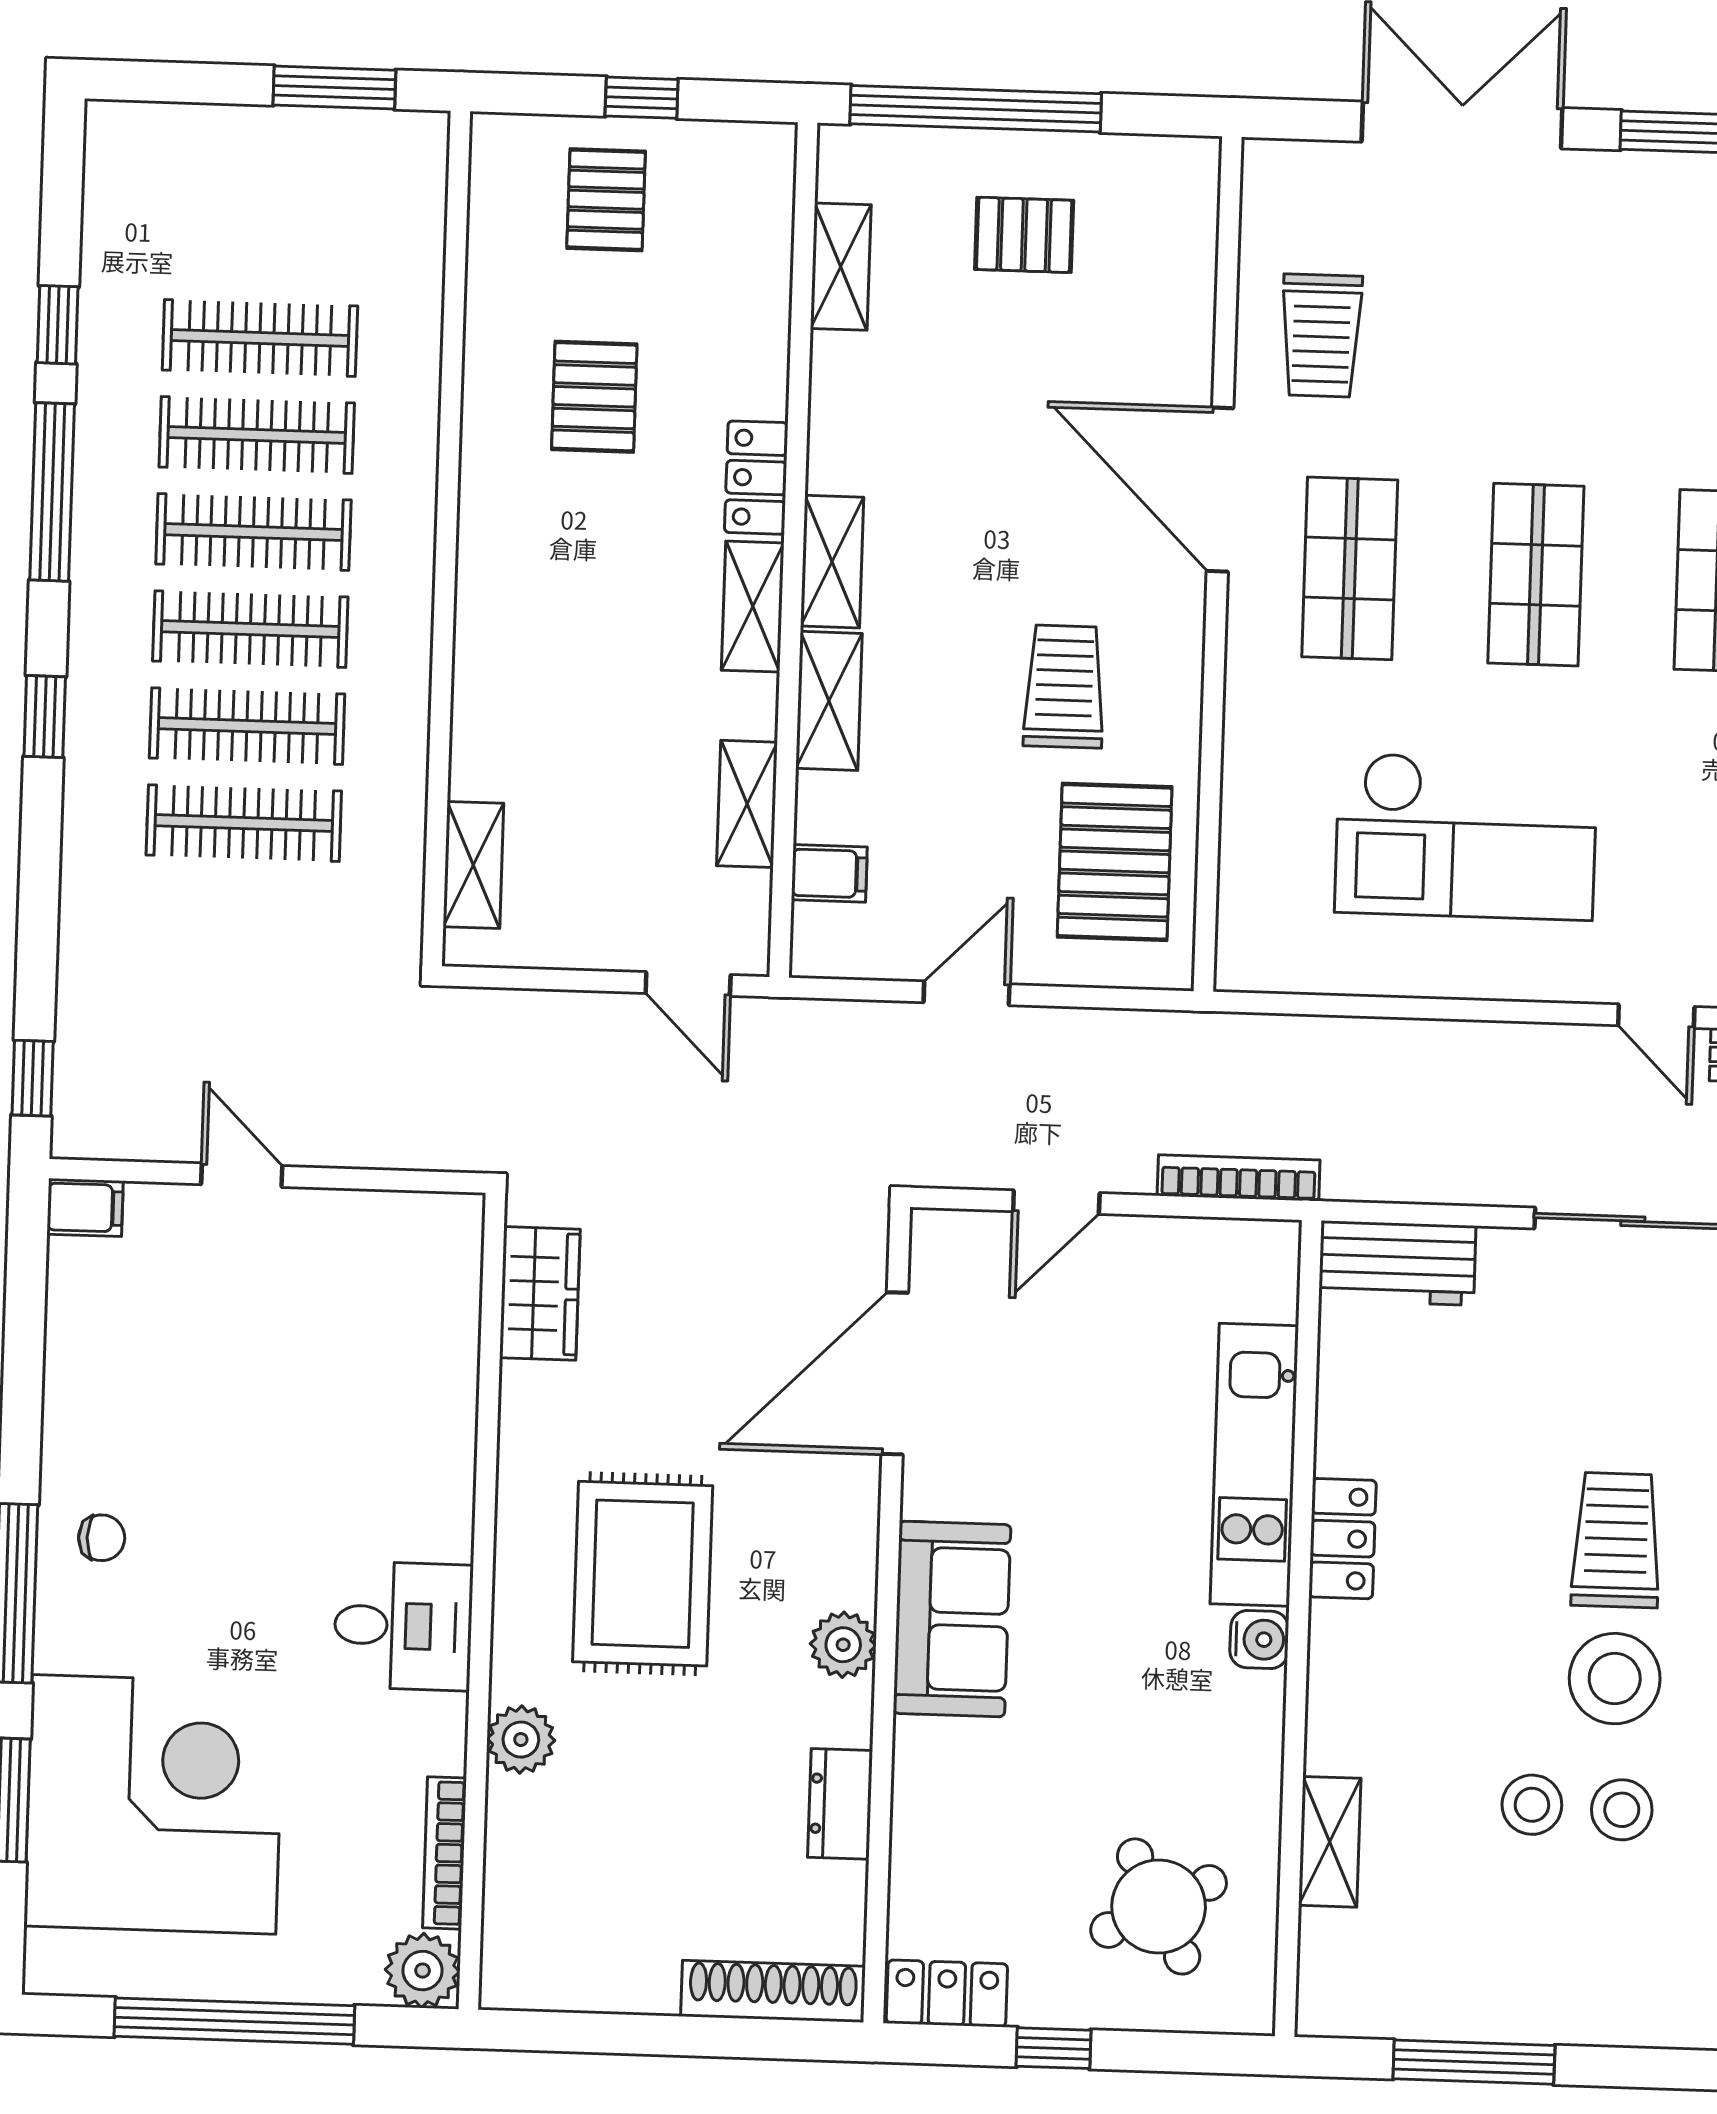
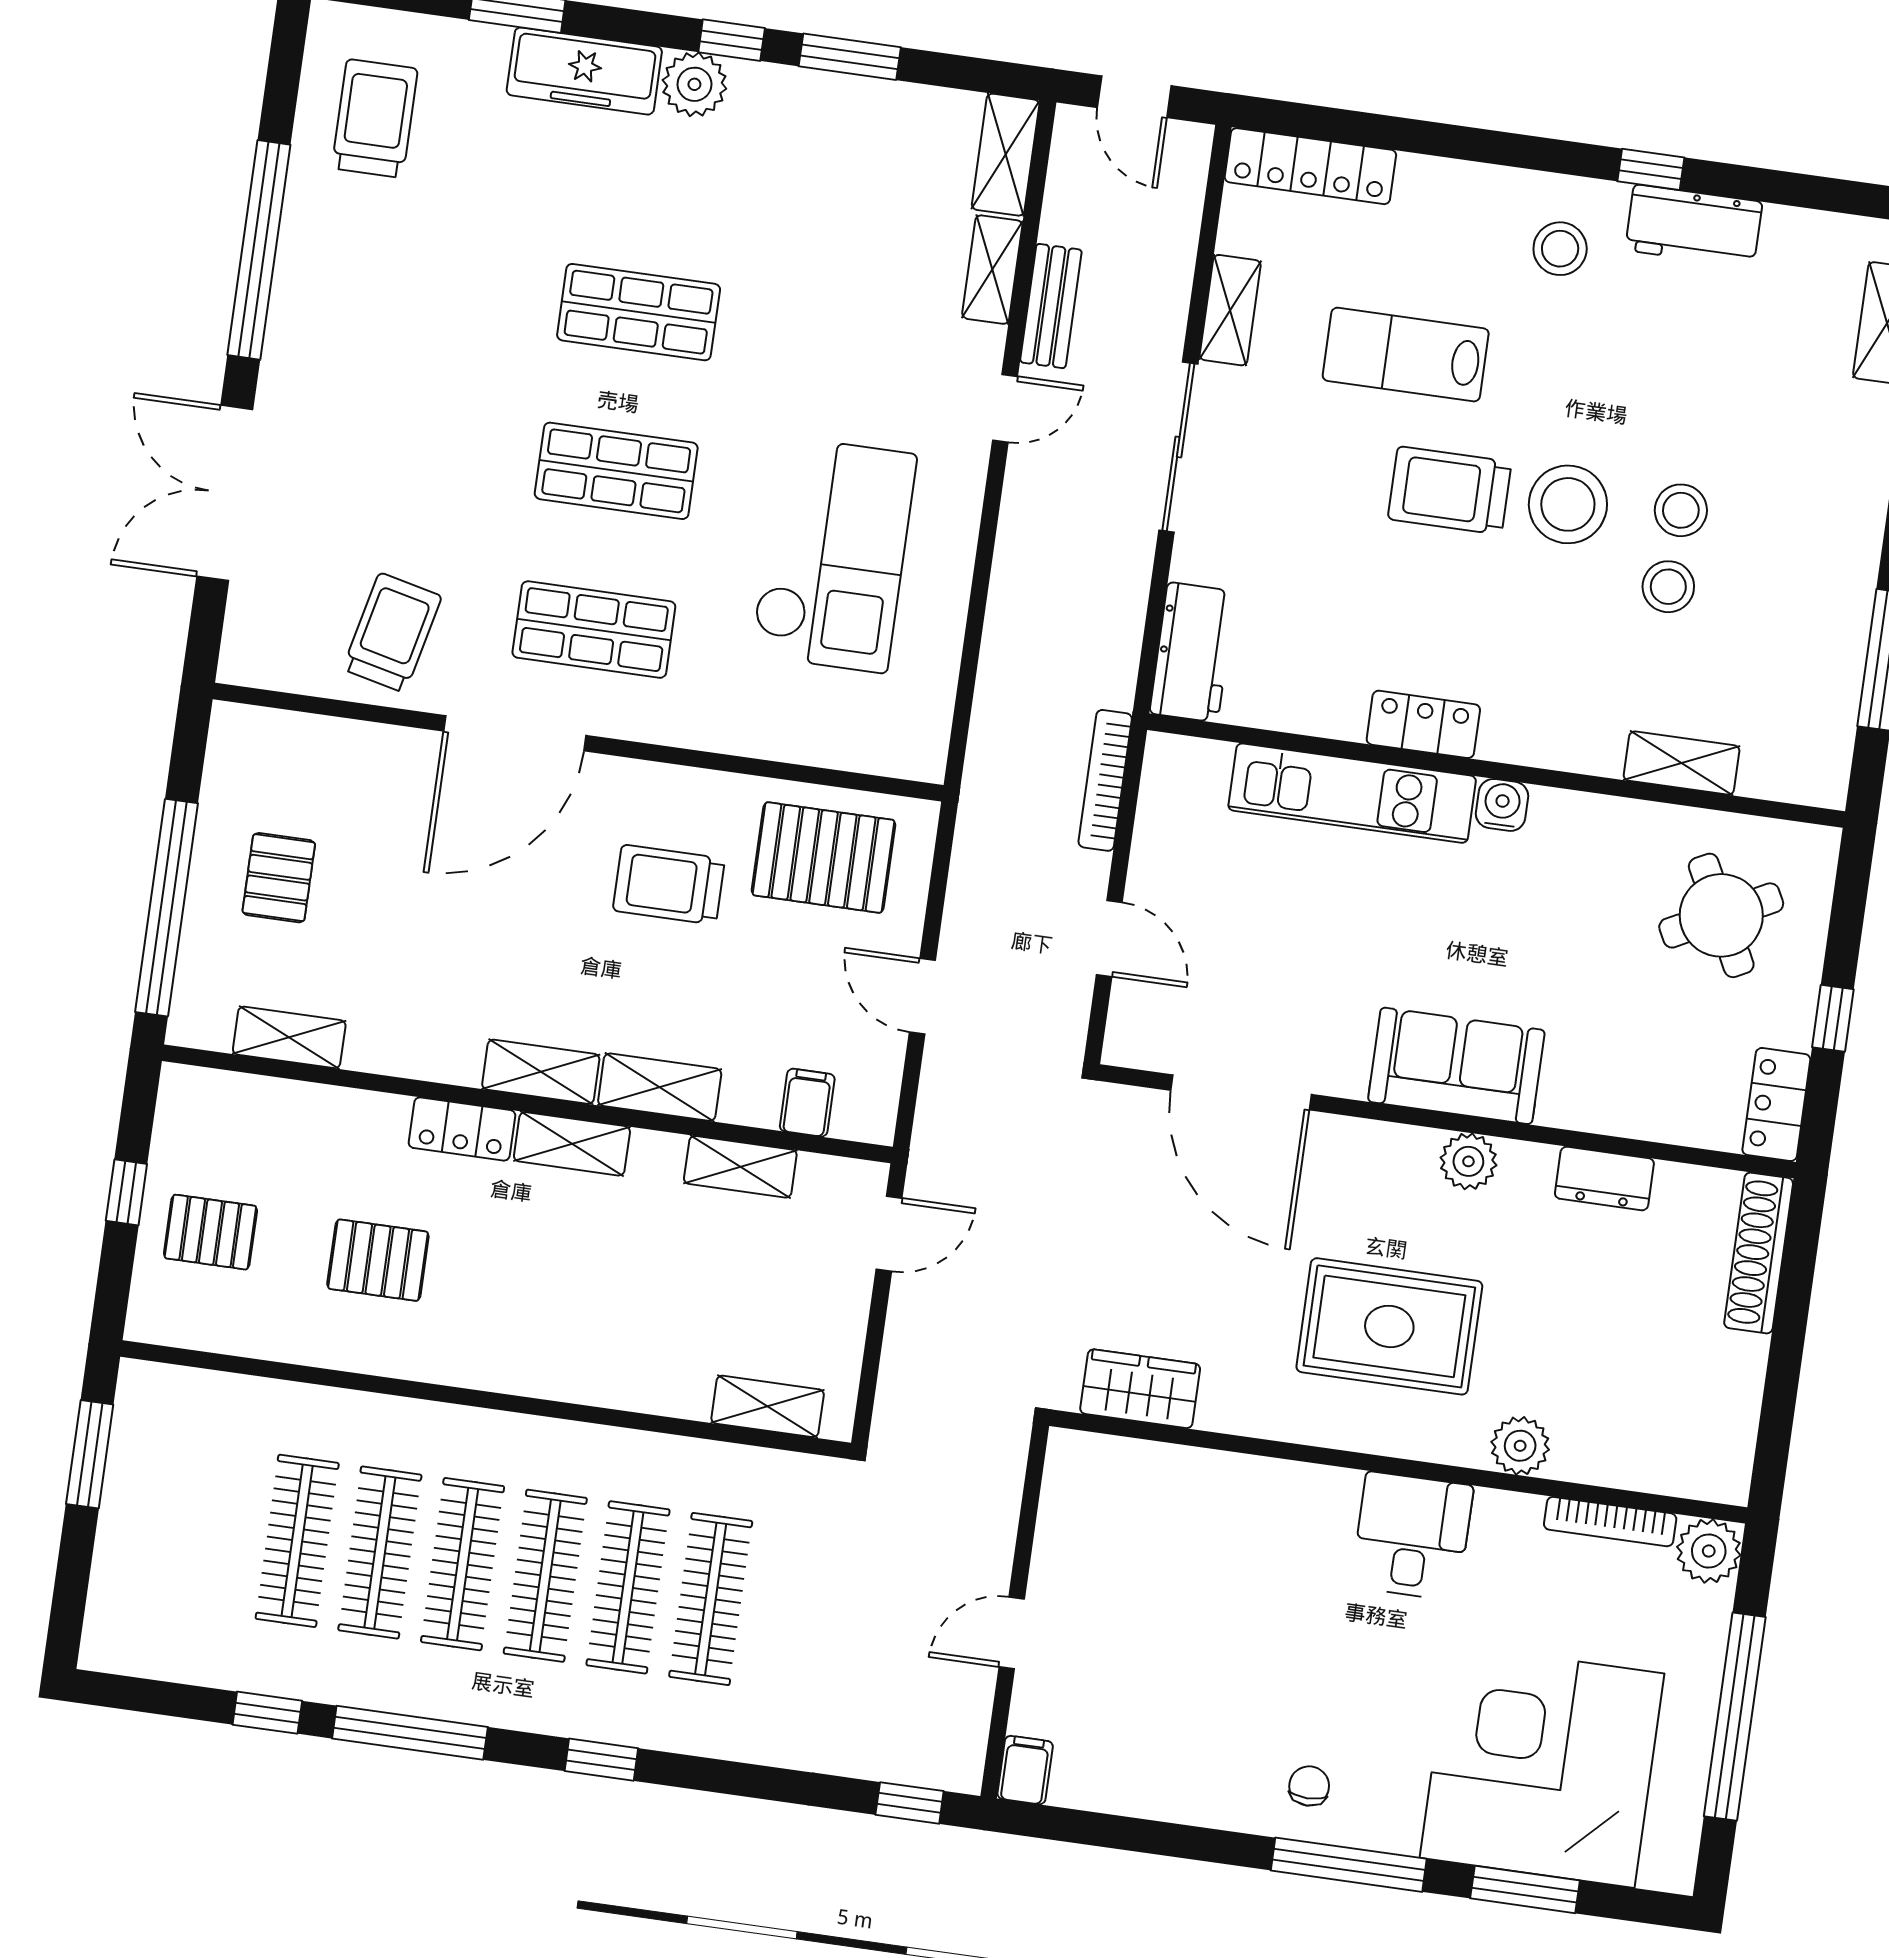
trolley: (1321, 336) -> (392, 633), turned -77

